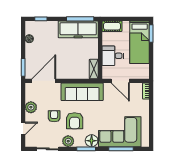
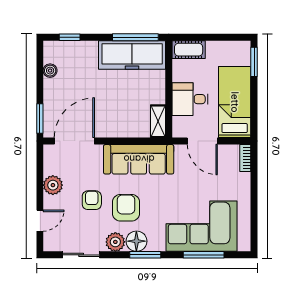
bed: (140, 42) -> (235, 102), moved, turned 180
armchair: (75, 121) -> (126, 208), turned 180
floor lamp: (92, 141) -> (136, 241), moved

